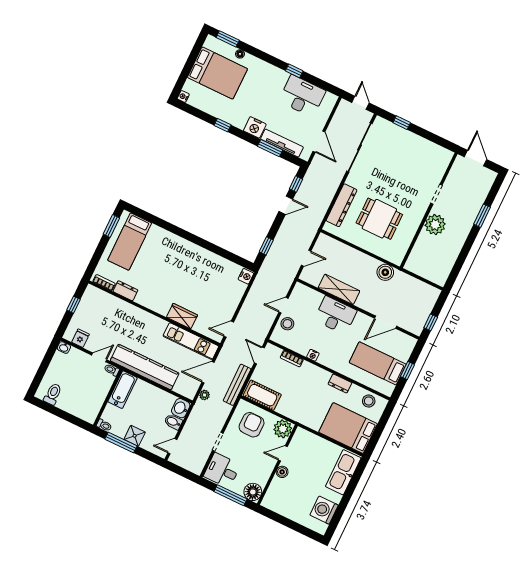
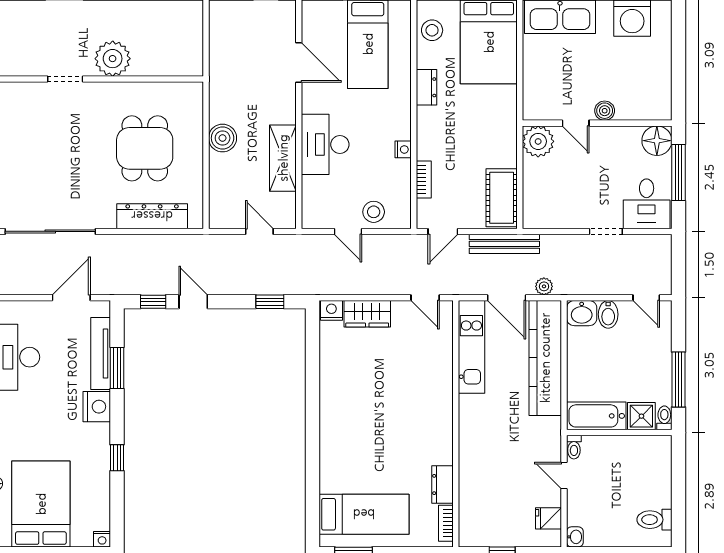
boiler: (385, 272) -> (223, 138), moved
wardrobe: (182, 316) -> (367, 314), moved, turned -90
kitchen counter: (145, 367) -> (545, 358), moved
armchair: (252, 425) -> (555, 192), removed
shower: (135, 436) -> (641, 416), moved

